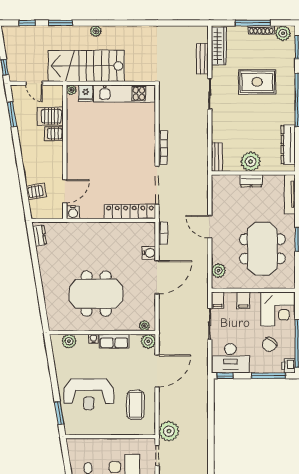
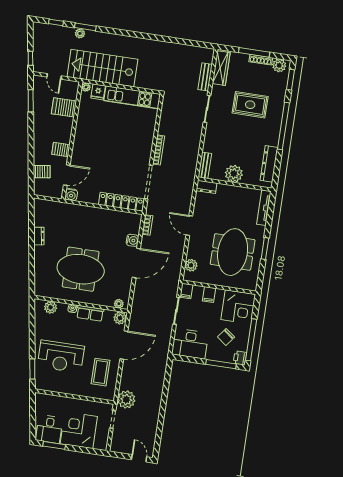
plant: (96, 31) -> (80, 33), moved
server rack: (54, 134) -> (61, 150), moved
dresser: (251, 181) -> (206, 187), moved
dresser: (40, 235) -> (39, 236), moved
window: (225, 376) -> (183, 358), removed

